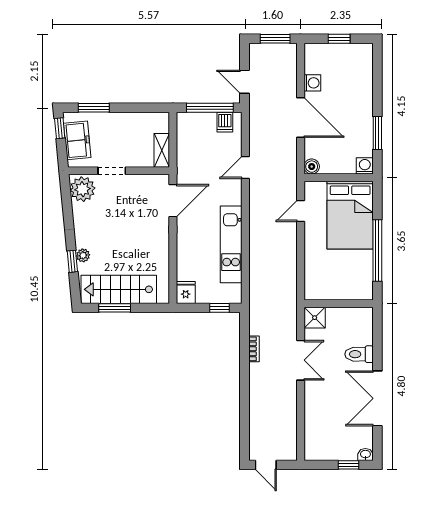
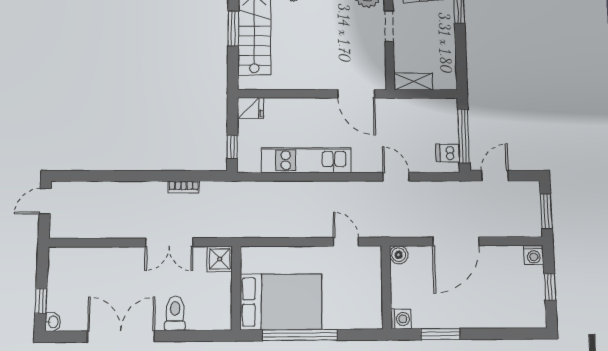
washing machine: (312, 83) -> (534, 255), moved
bed: (350, 215) -> (281, 302), moved, turned 180

